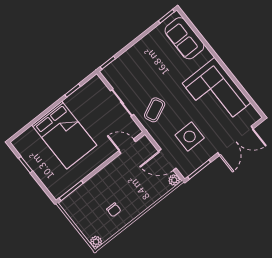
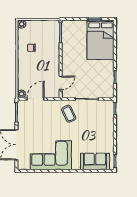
bed: (64, 135) -> (101, 40), moved, turned -90
side table: (190, 137) -> (39, 121), removed

